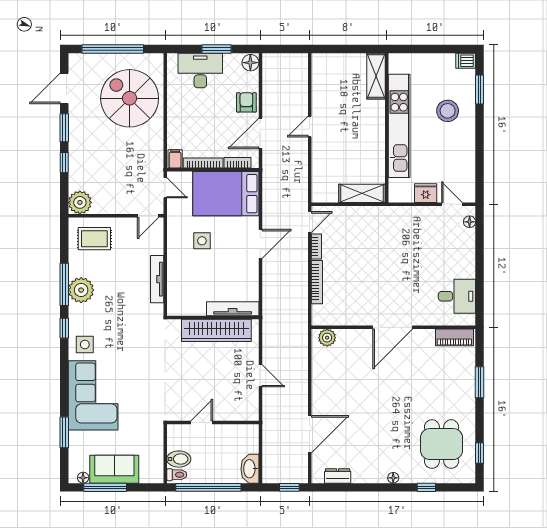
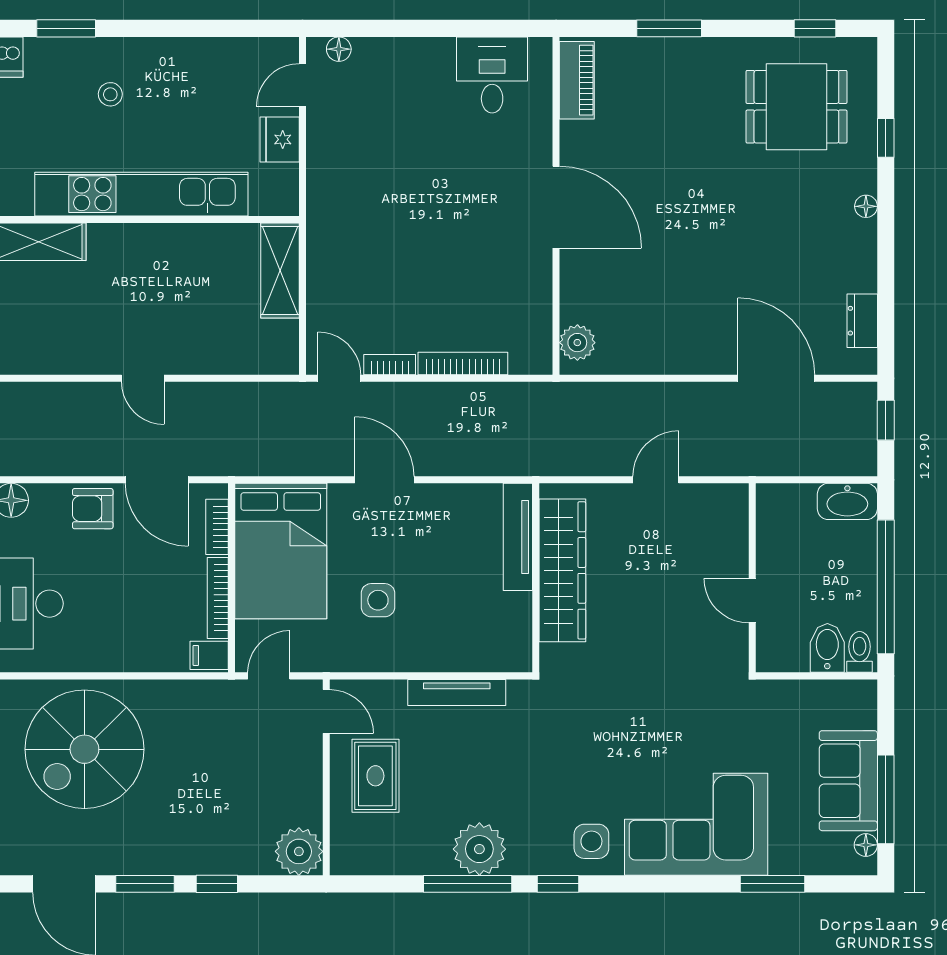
stool: (448, 111) -> (110, 94), width x0.53, depth x0.53
rug: (94, 239) -> (375, 776), moved

